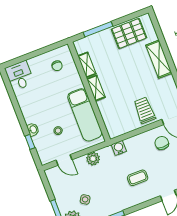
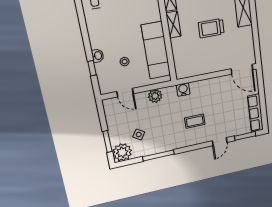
trolley: (145, 110) -> (211, 28), moved, turned -90
chair: (162, 143) -> (226, 92), removed

